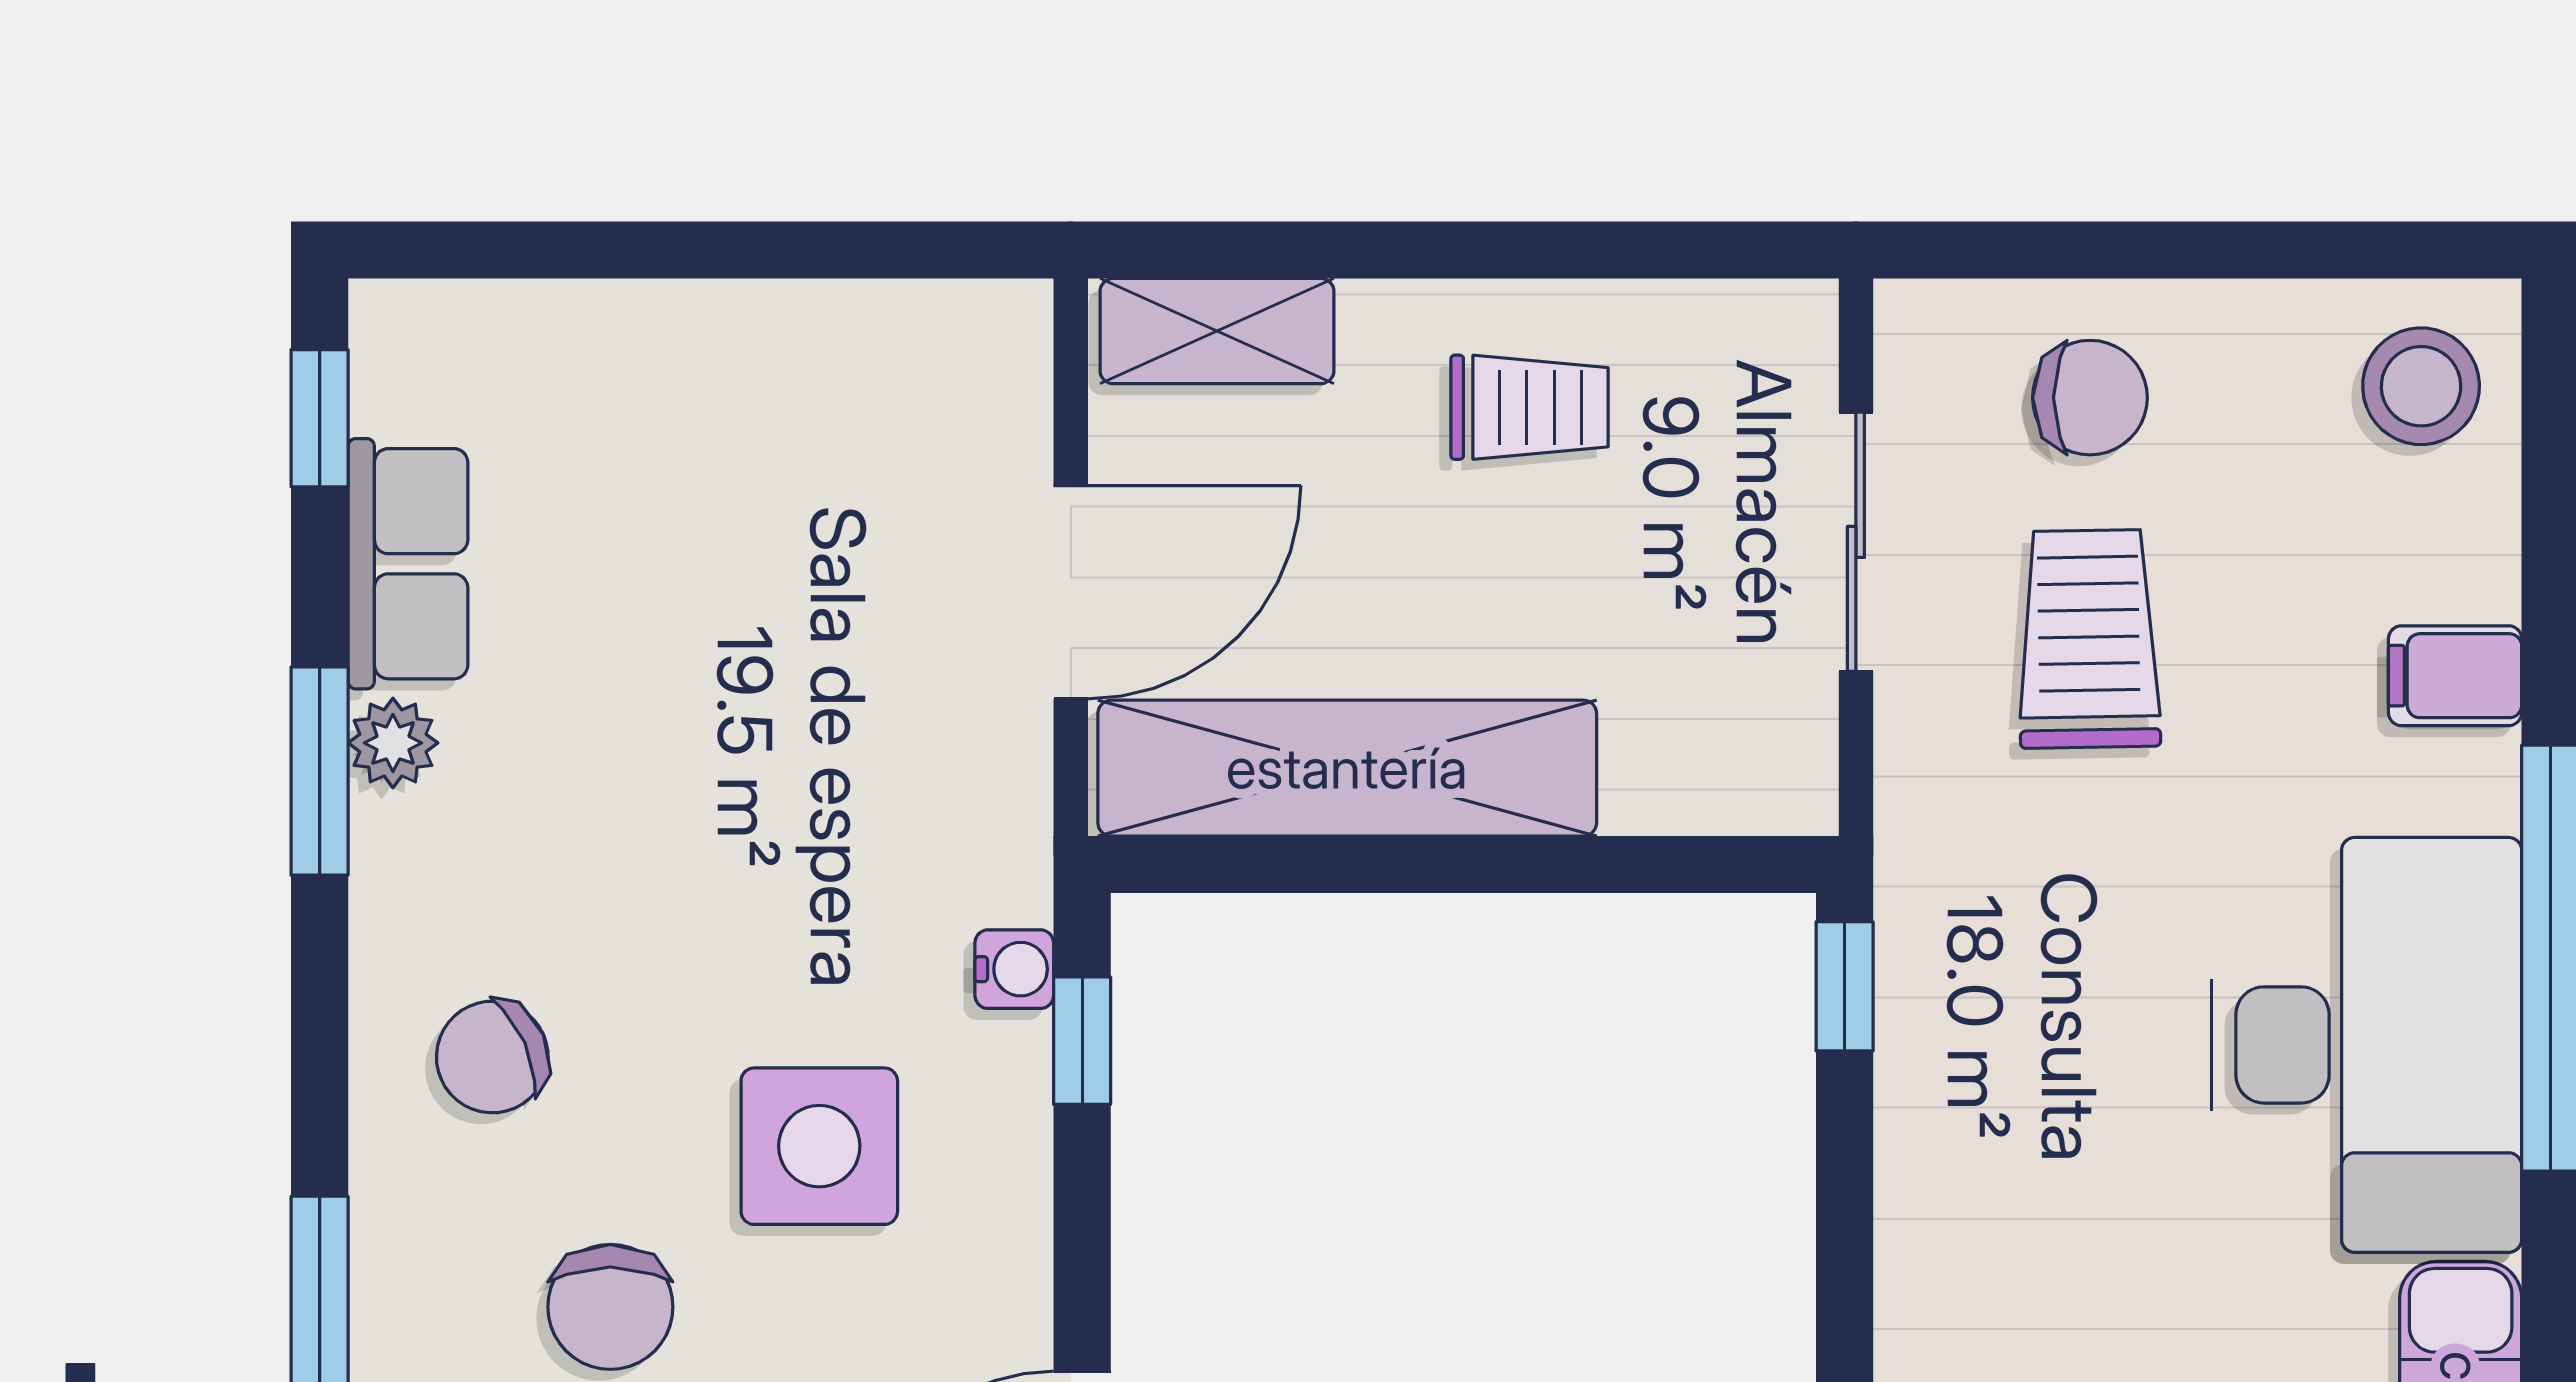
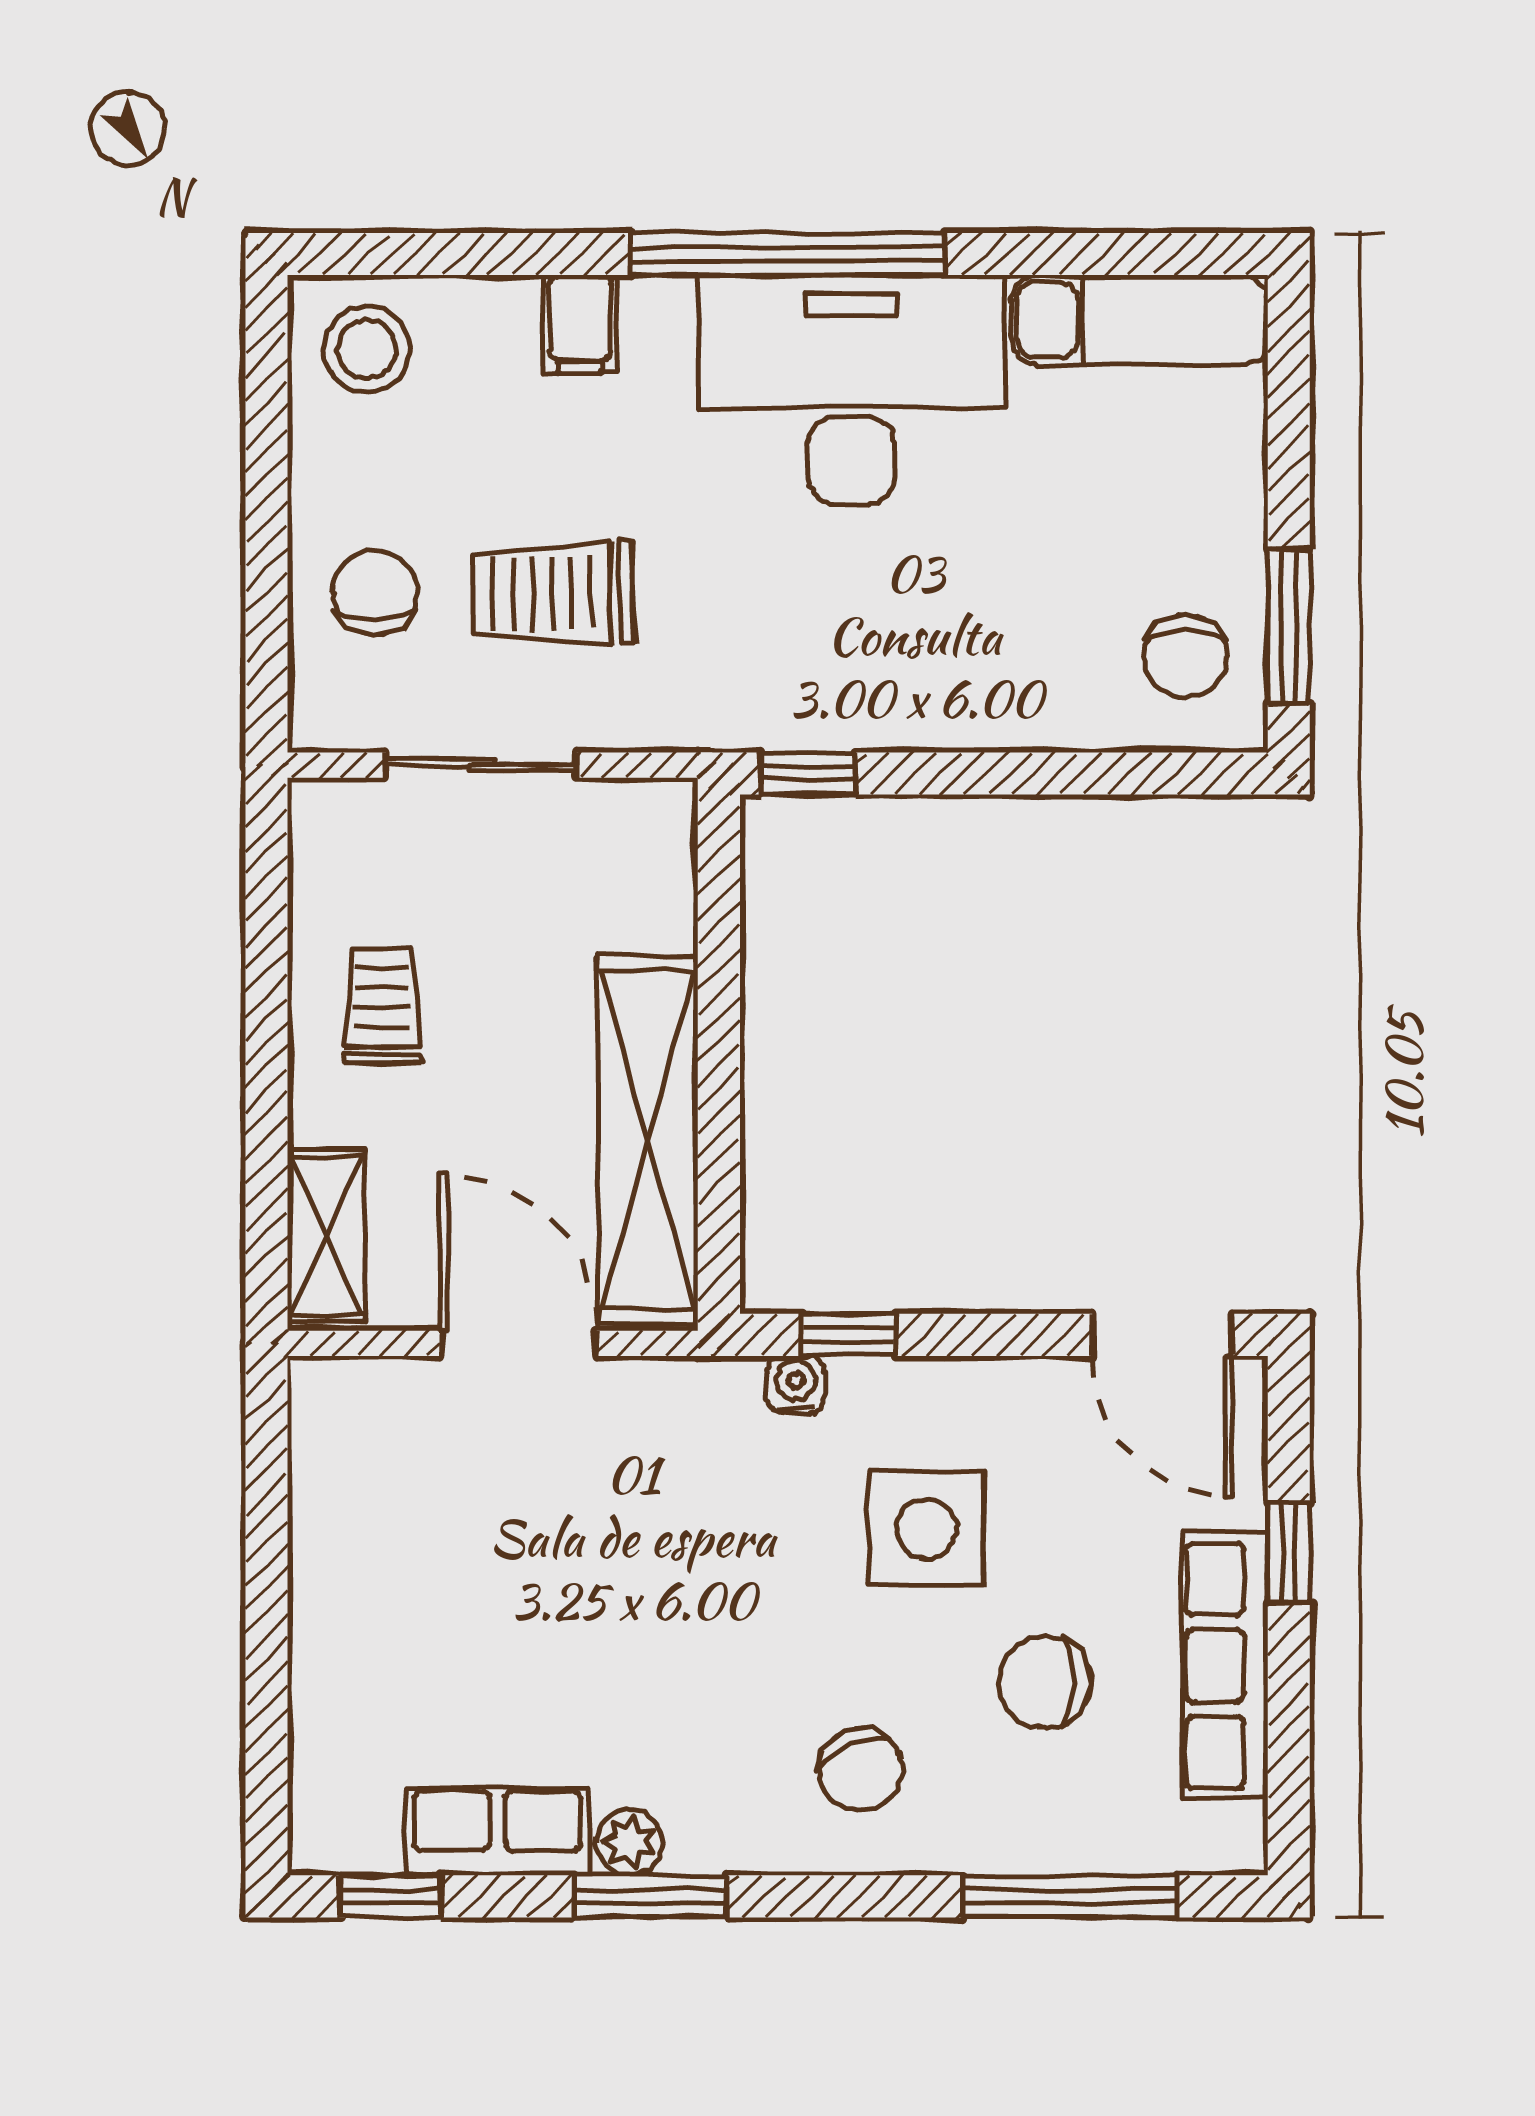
chair: (610, 1307) -> (1045, 1682), turned 180

